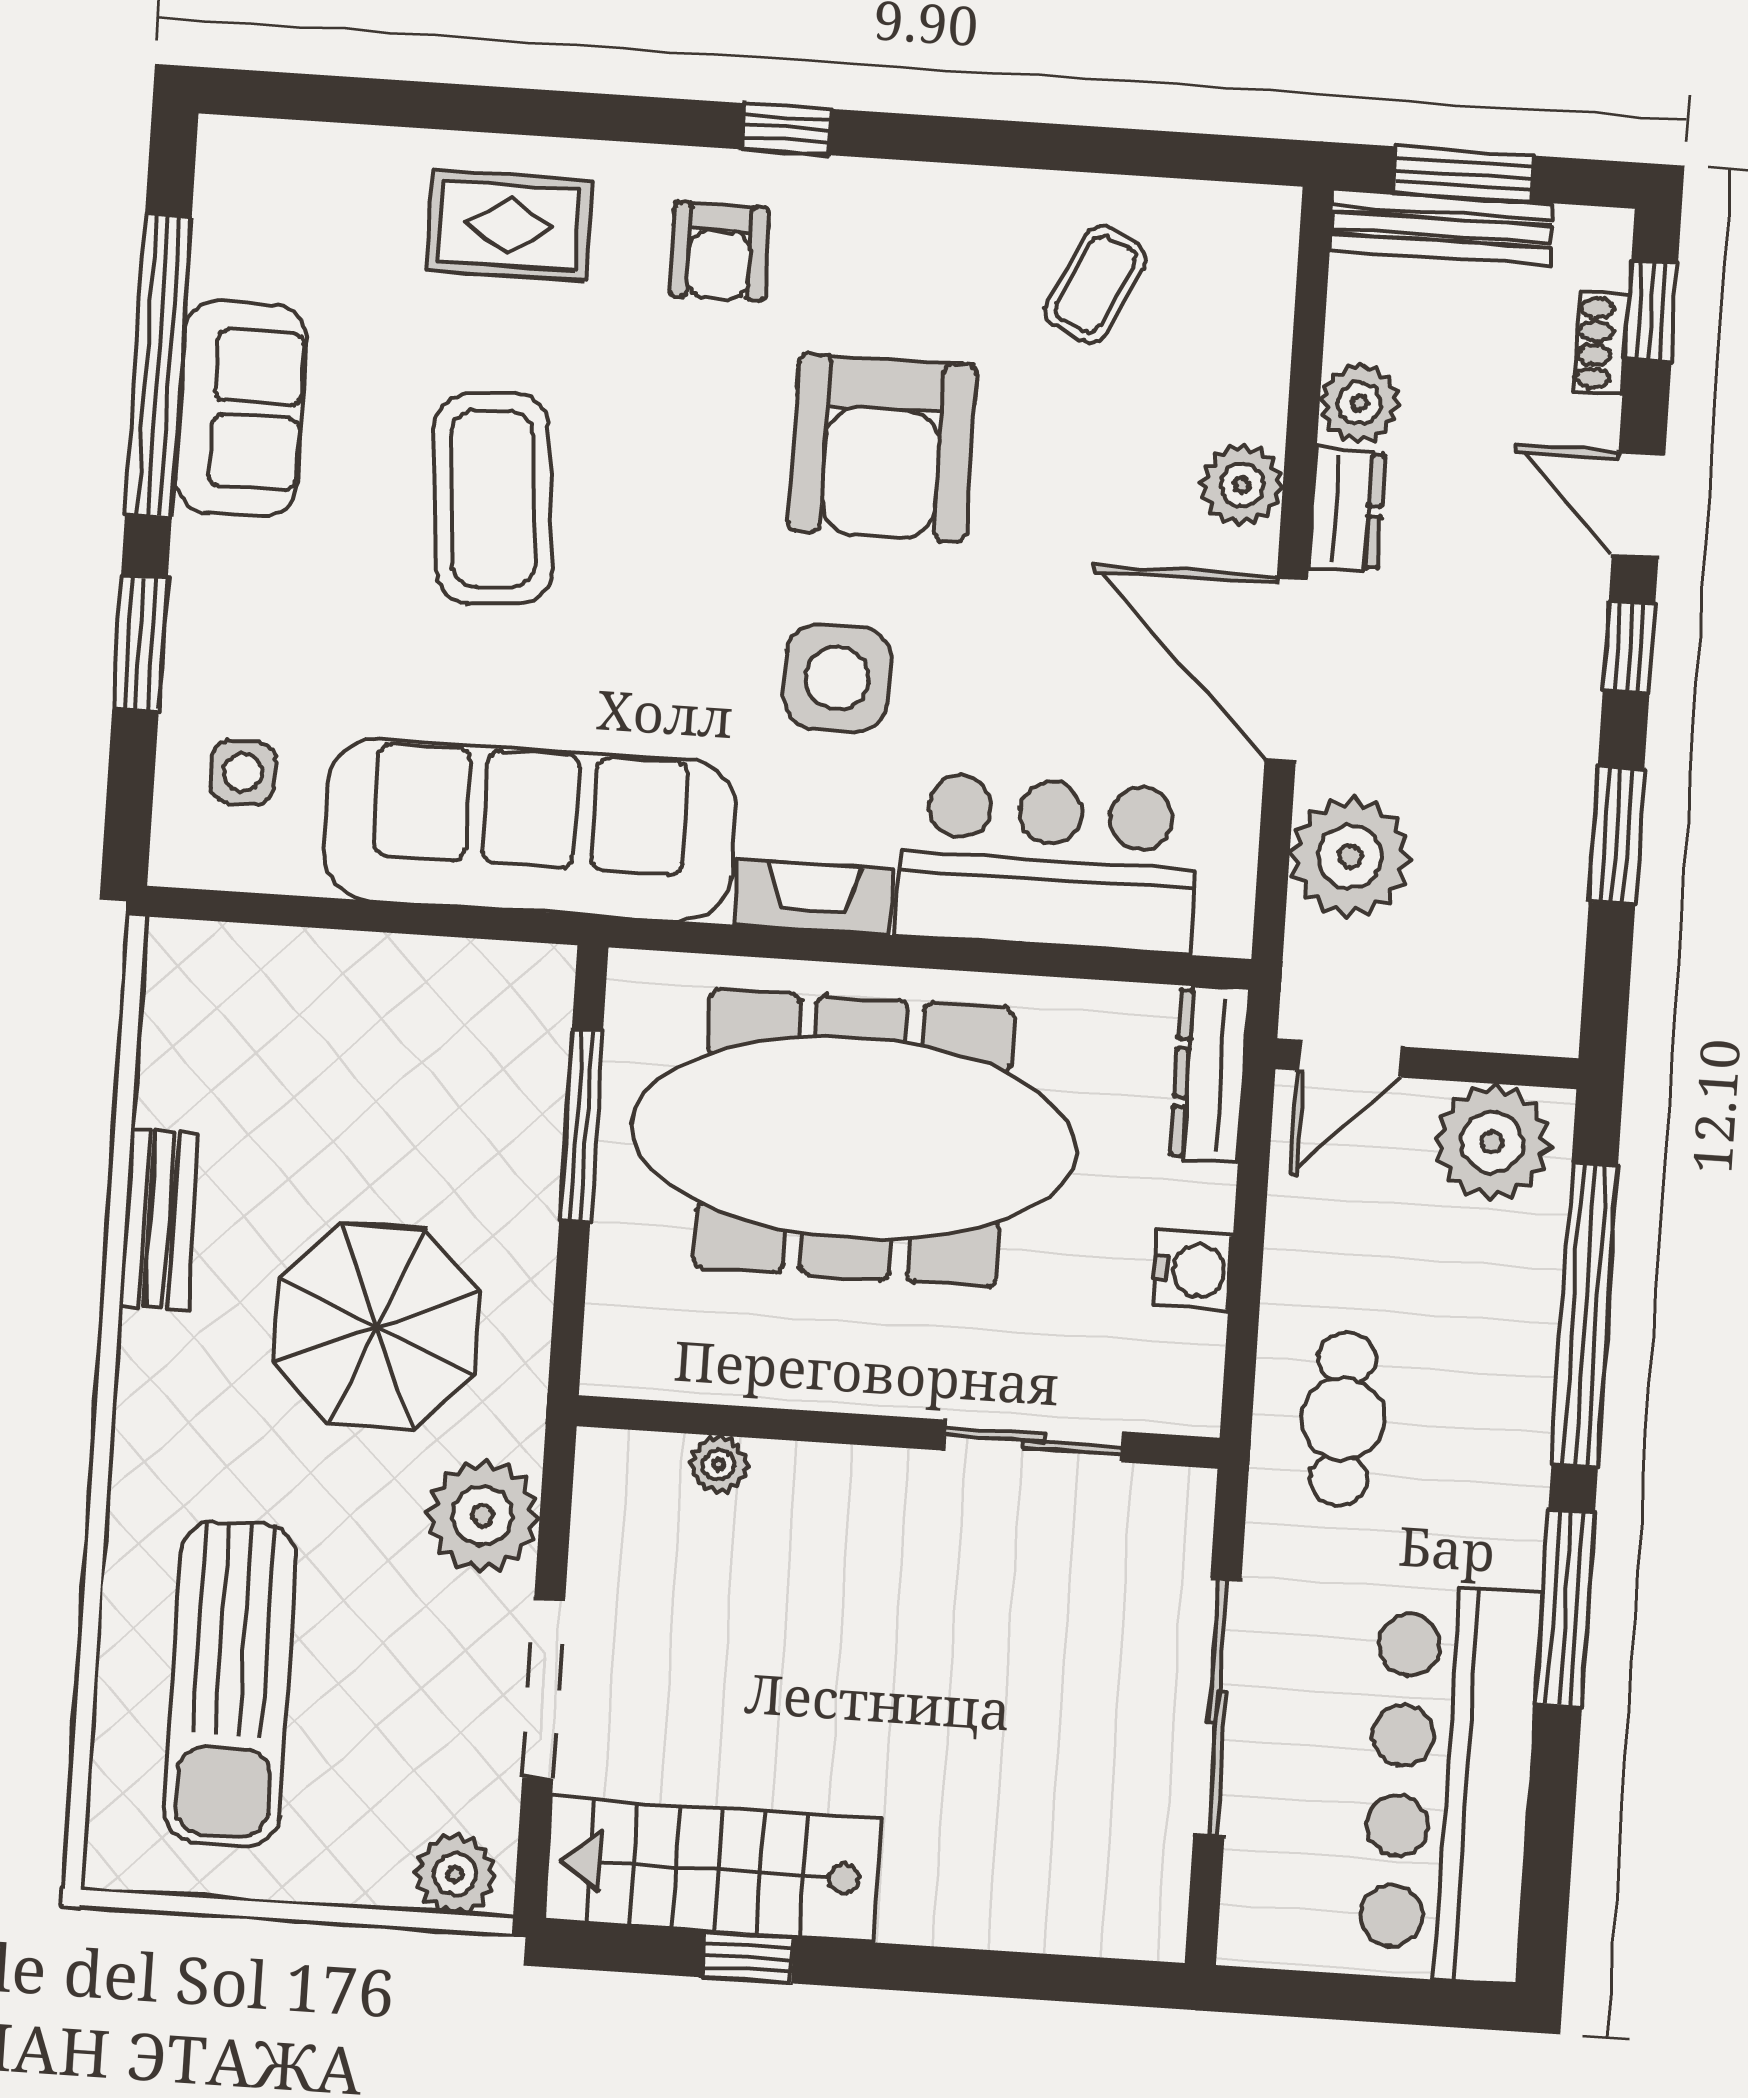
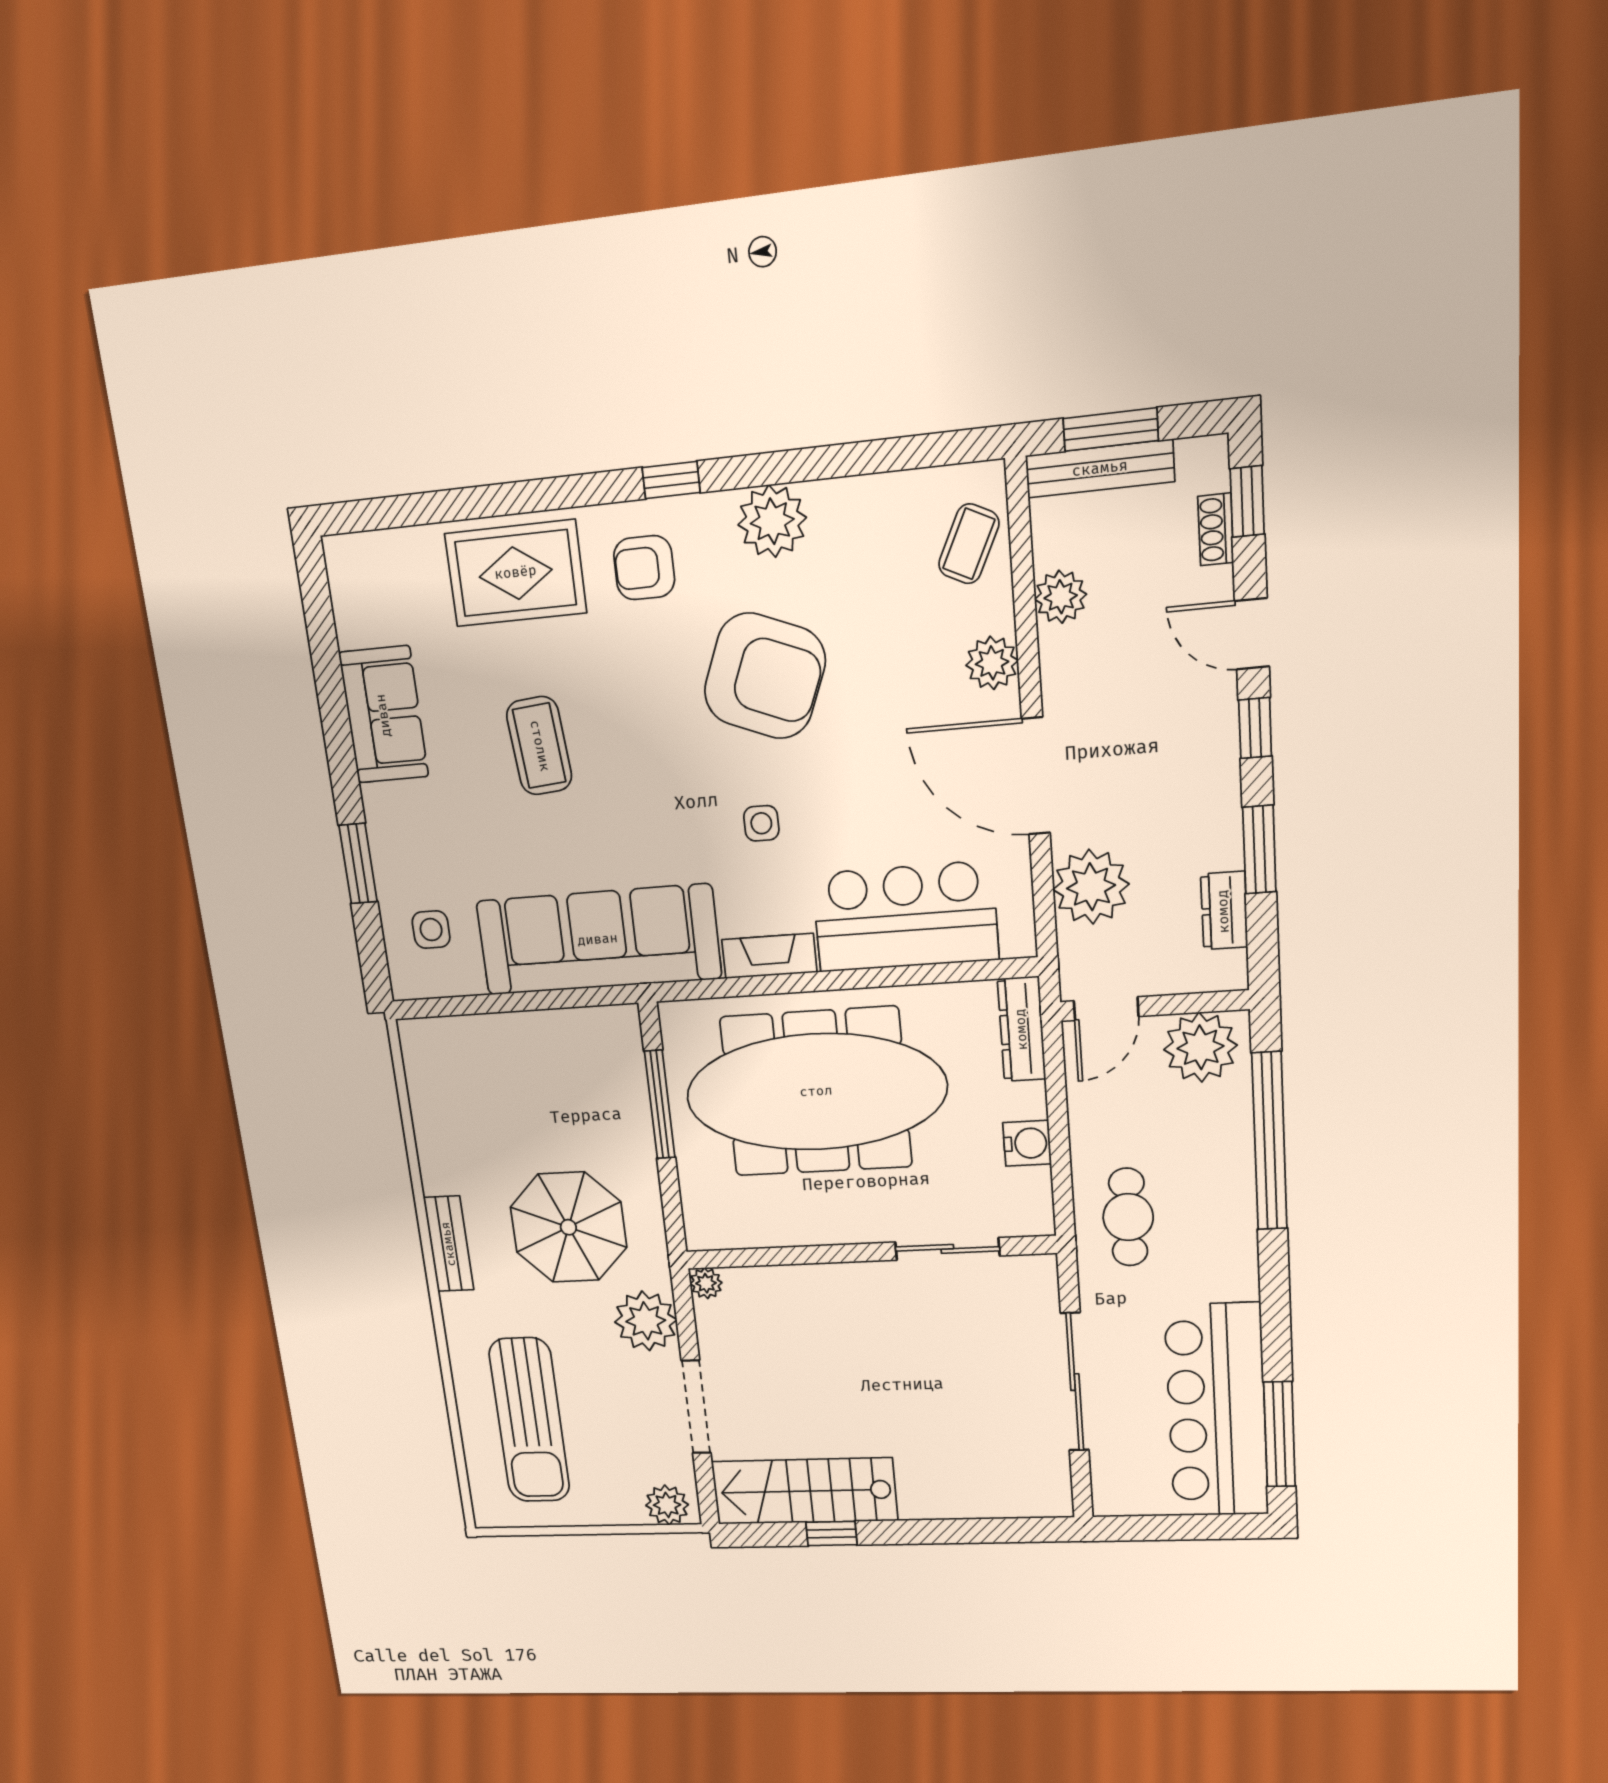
plant: (934, 217) -> (772, 521), added
rug: (509, 225) -> (516, 573), width x1.36, depth x1.43
armchair: (719, 252) -> (644, 568), turned 90
coffee table: (1095, 284) -> (969, 544), moved
window: (158, 366) -> (332, 697), removed
armchair: (882, 448) -> (765, 676), turned -68
coffee table: (493, 499) -> (539, 746), width x0.73, depth x0.76
dresser: (1347, 510) -> (1224, 911), moved, turned 180
side table: (837, 678) -> (761, 823), width x0.54, depth x0.54
bench: (159, 1219) -> (449, 1244), moved
plant: (719, 1465) -> (706, 1283), moved
window: (1565, 1608) -> (1279, 1434), moved

